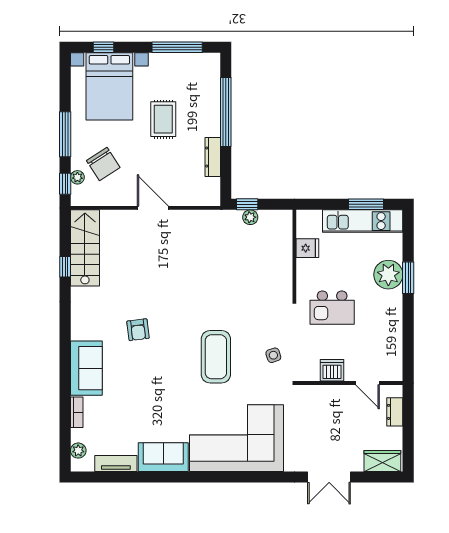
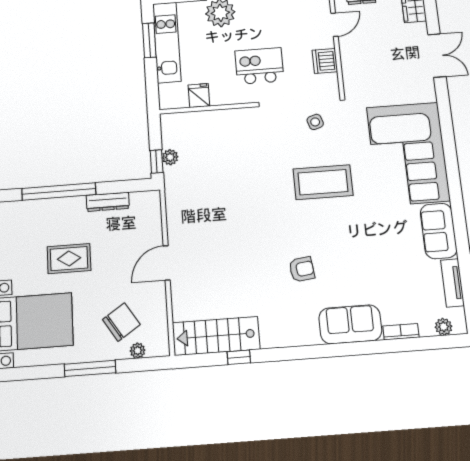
window: (65, 184) -> (146, 364), removed
kitchen island: (332, 308) -> (259, 66), turned -90

